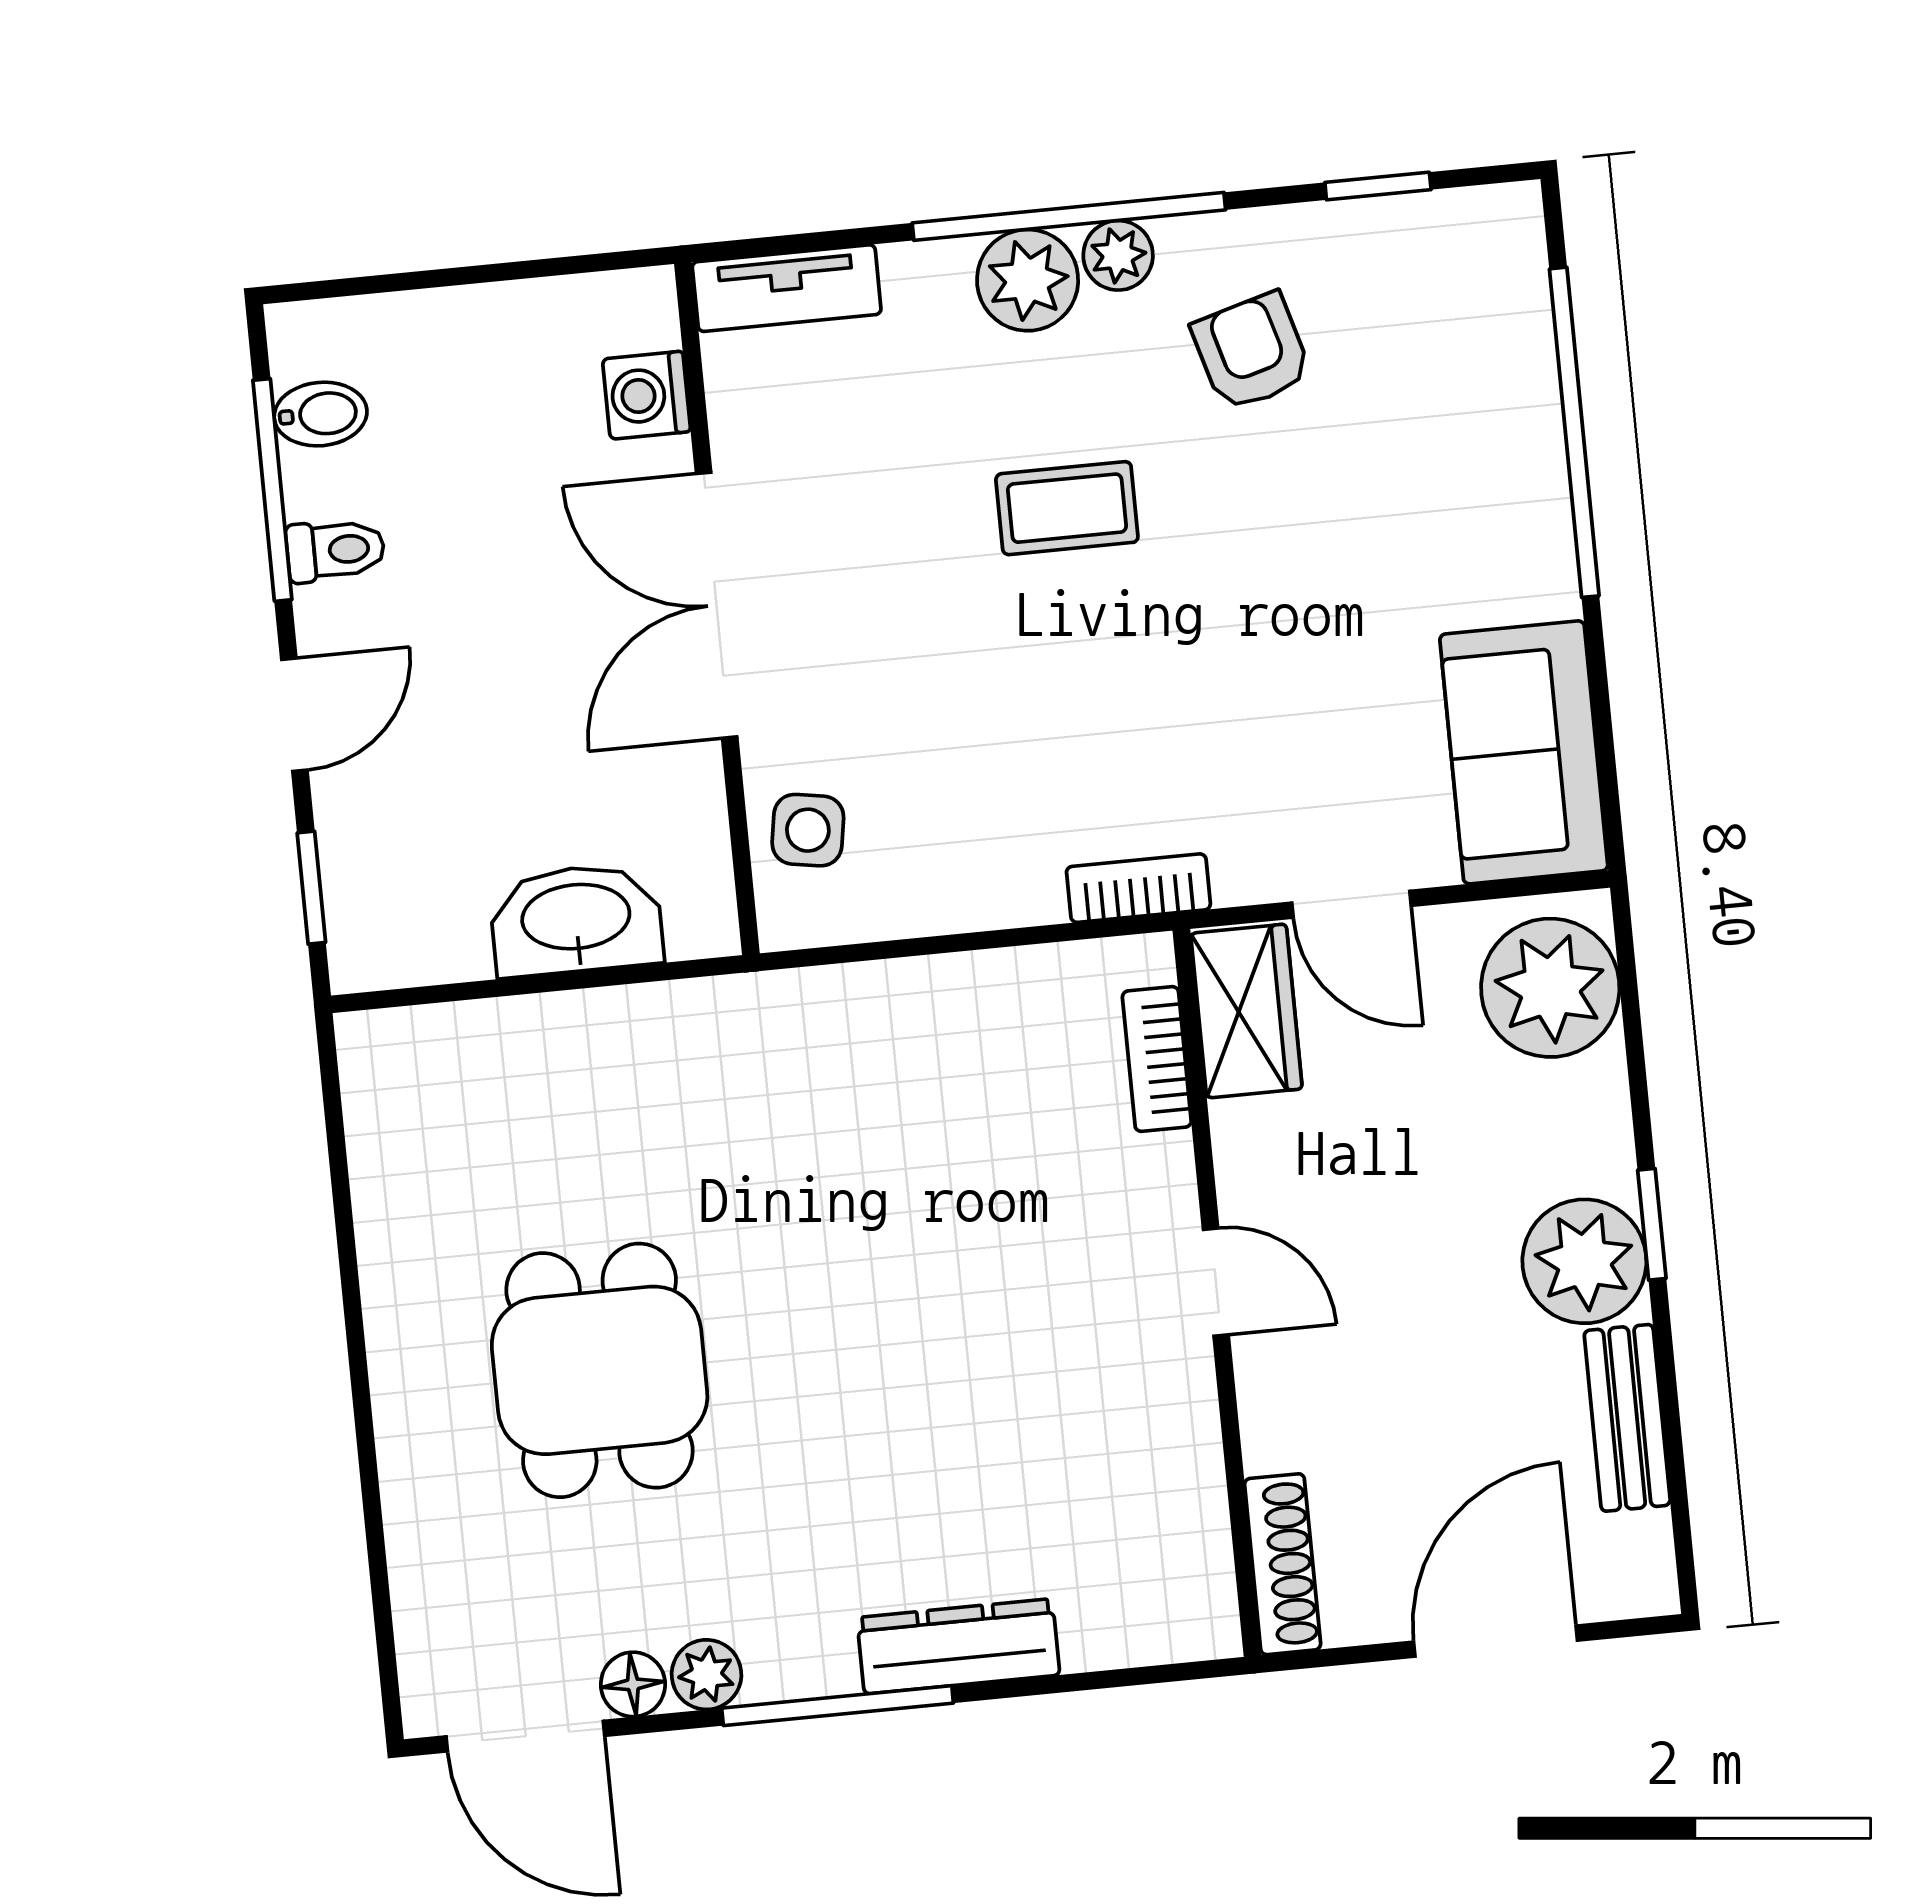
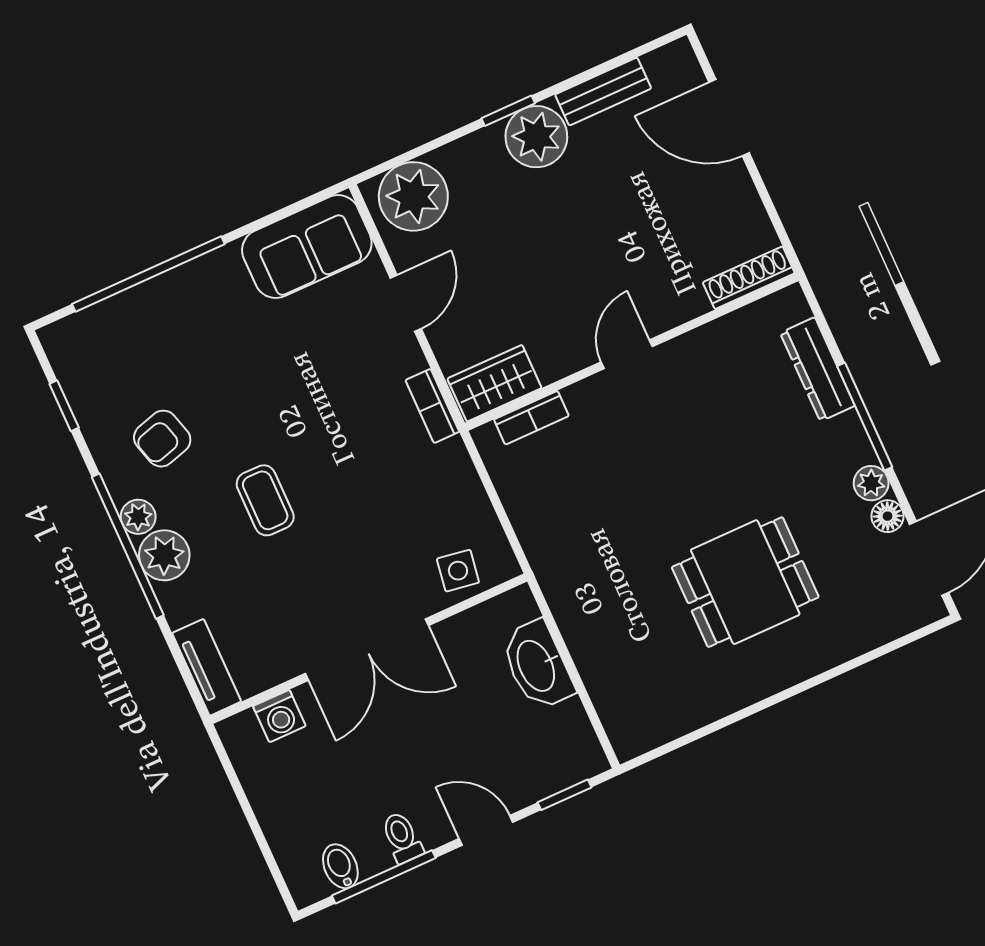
wardrobe: (1246, 1011) -> (494, 383), moved
bookcase: (1157, 1059) -> (531, 418), moved
door: (1216, 1282) -> (627, 354), moved
wall: (1217, 1293) -> (632, 352), moved
shoe rack: (1283, 1564) -> (749, 278), moved

